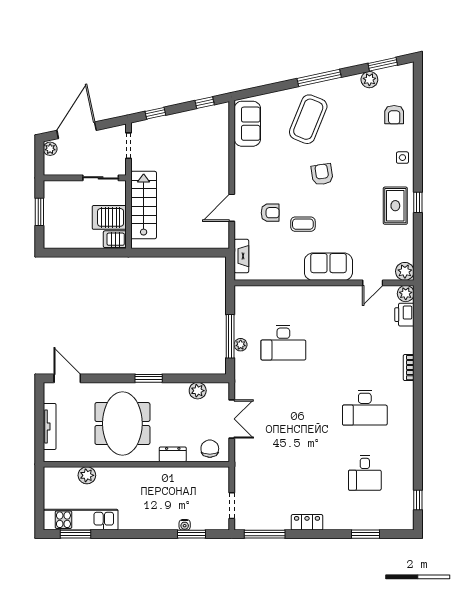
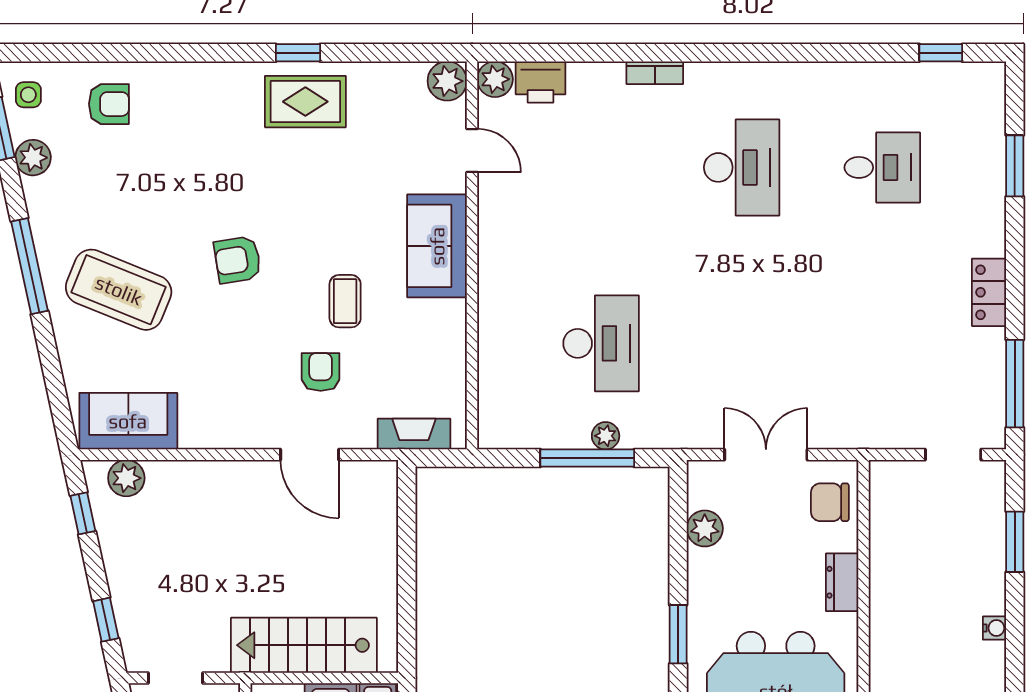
plant: (221, 123) -> (126, 478), added
side table: (402, 158) -> (28, 95), moved
water cooler: (185, 525) -> (994, 628), moved

